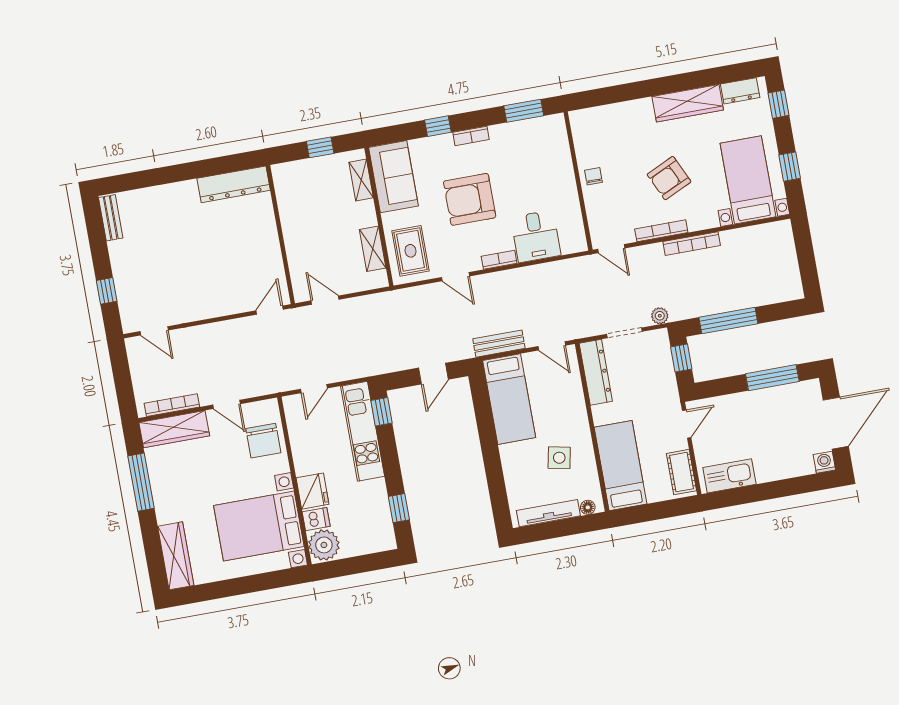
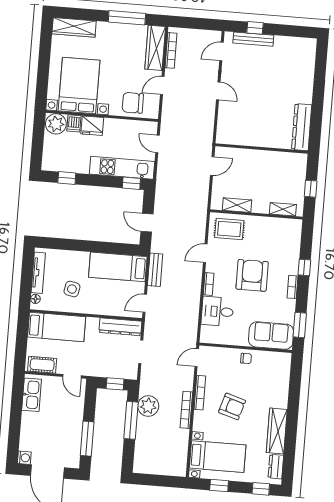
sofa: (393, 177) -> (271, 336), moved, turned 180
armchair: (669, 178) -> (232, 406), turned 132
bench: (111, 218) -> (253, 39), moved, width x1.36
door: (270, 310) -> (218, 91), moved
plant: (660, 316) -> (148, 406), moved, width x1.88, depth x1.88

